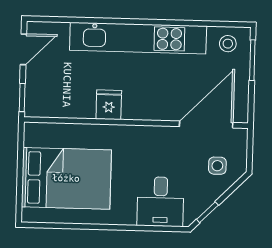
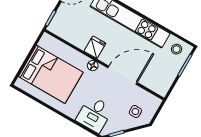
door: (206, 124) -> (123, 75), moved
floor lamp: (120, 133) -> (93, 66), added

